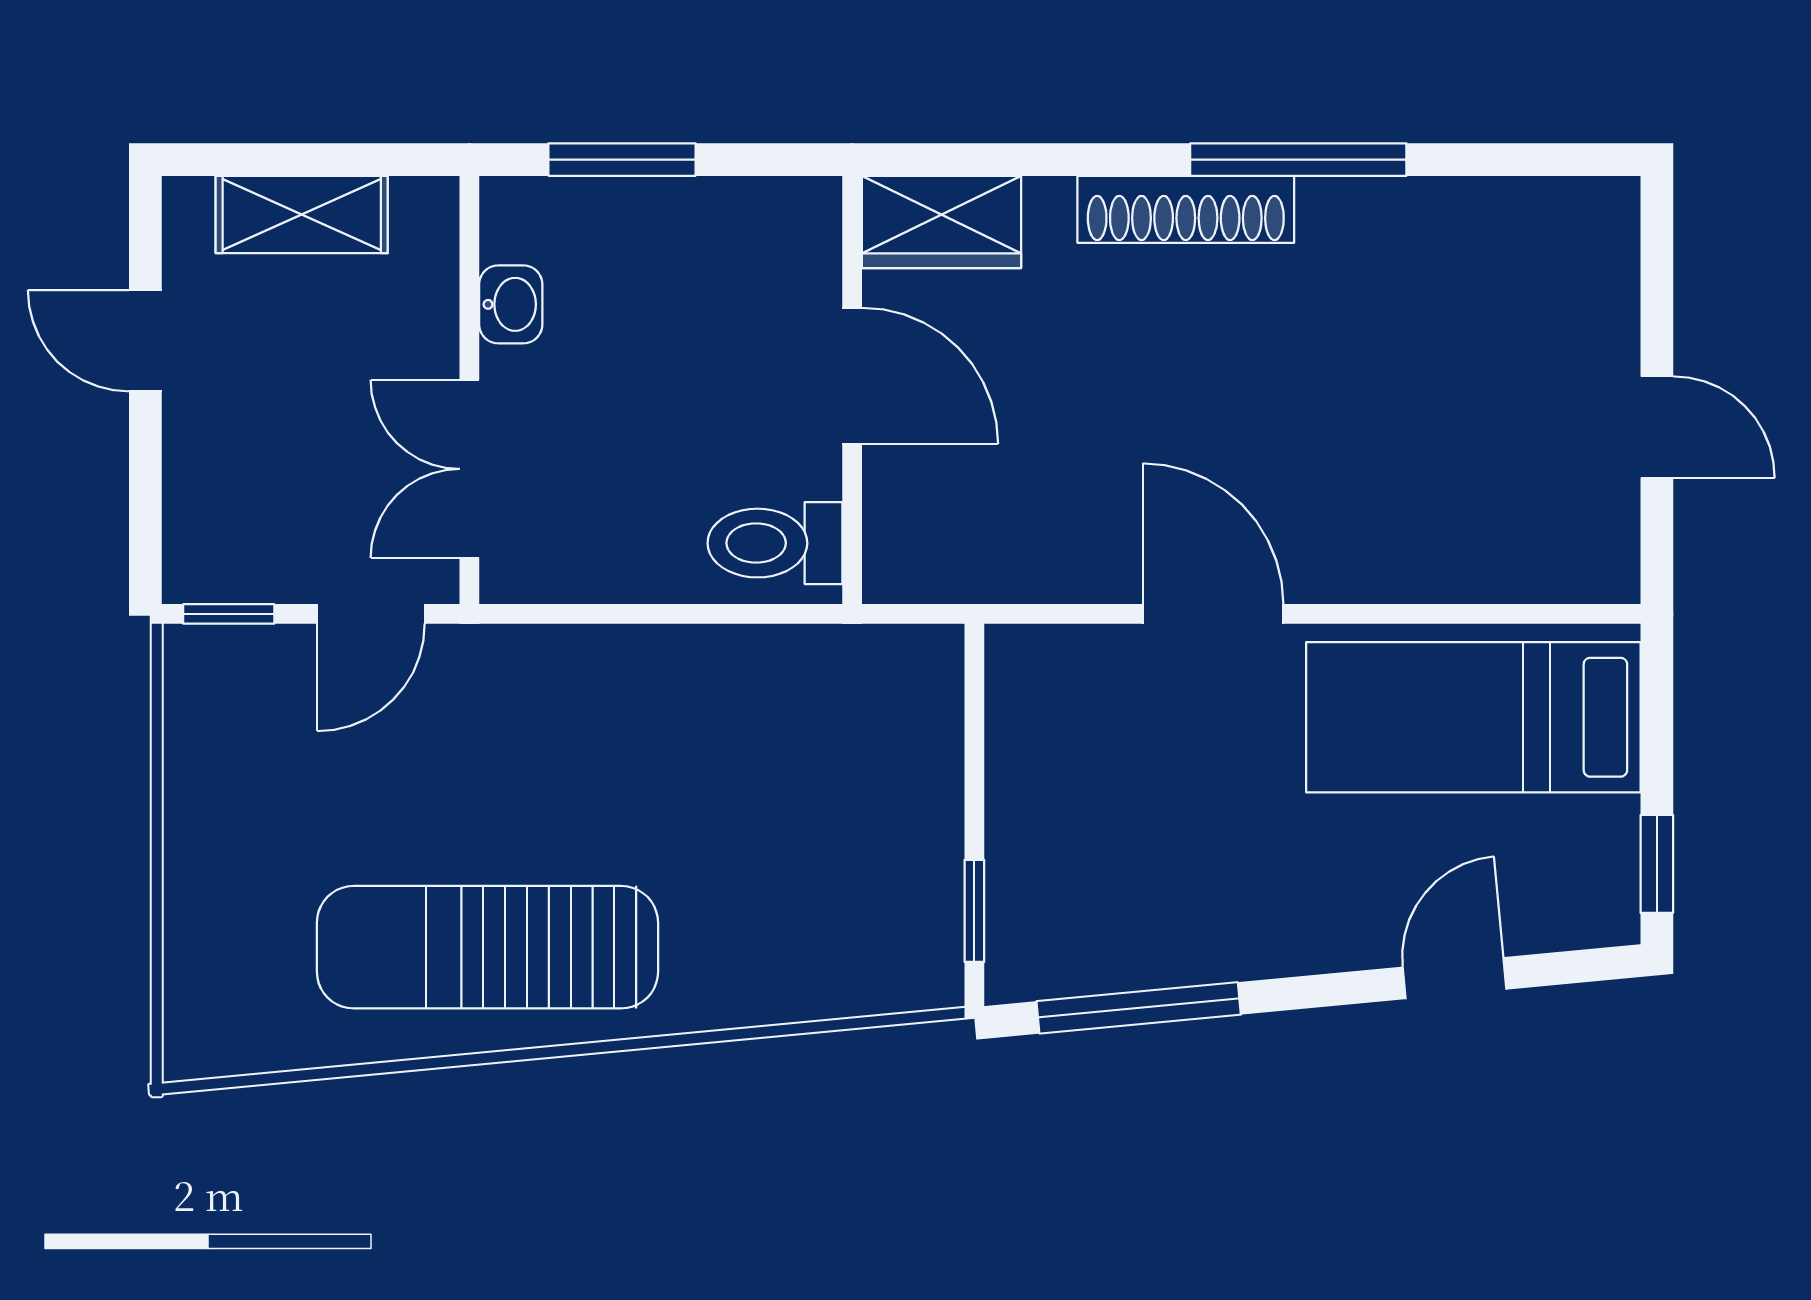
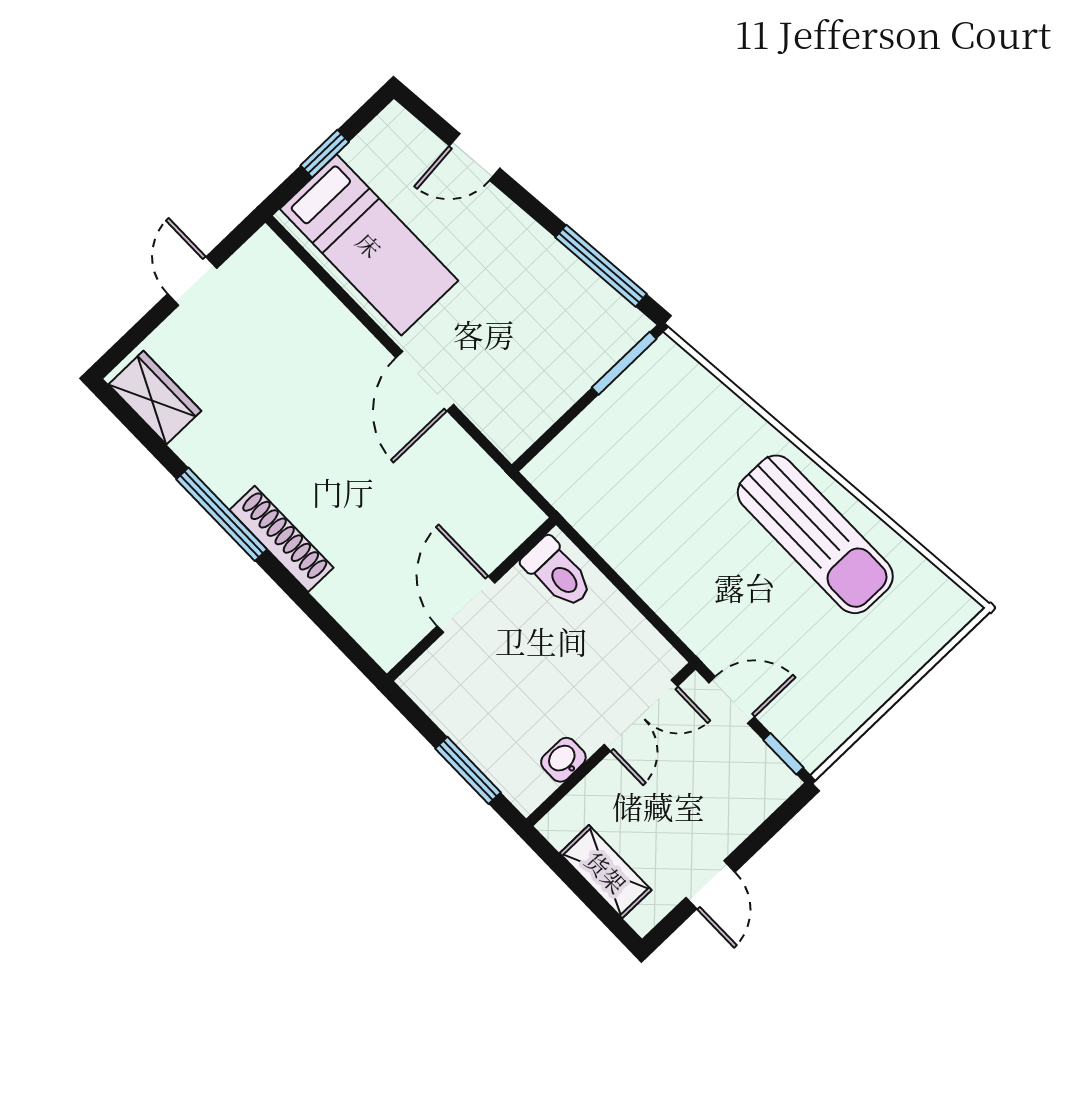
wardrobe: (942, 222) -> (155, 398), moved
window: (1657, 864) -> (325, 154), moved
window: (974, 911) -> (624, 363), width x1.50

